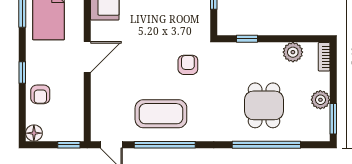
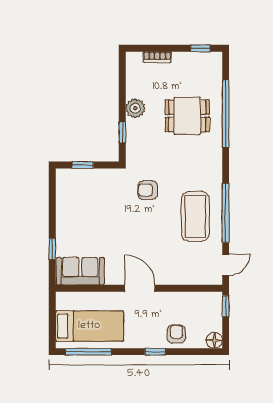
plant: (293, 52) -> (135, 108), moved
bookcase: (324, 57) -> (157, 57), moved
armchair: (40, 94) -> (176, 334), turned -90
plant: (320, 100) -> (182, 61), removed
window: (333, 119) -> (200, 48), width x0.67

